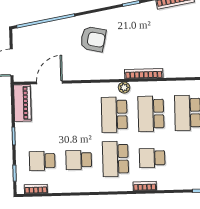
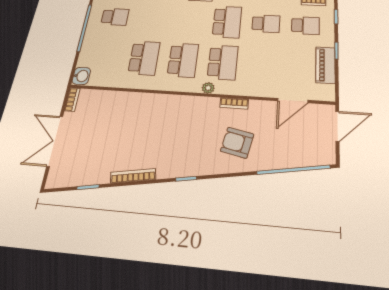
bookcase: (144, 74) -> (234, 103), moved, width x0.64
piano: (22, 103) -> (325, 65), moved
school desk: (152, 158) -> (189, 20), removed

